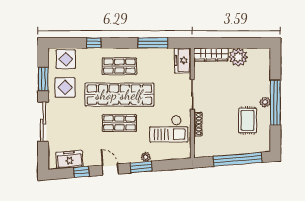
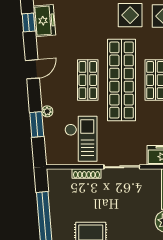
checkout: (169, 129) -> (81, 139), turned 180
window: (141, 167) -> (37, 124), moved
window: (81, 172) -> (29, 22), moved

